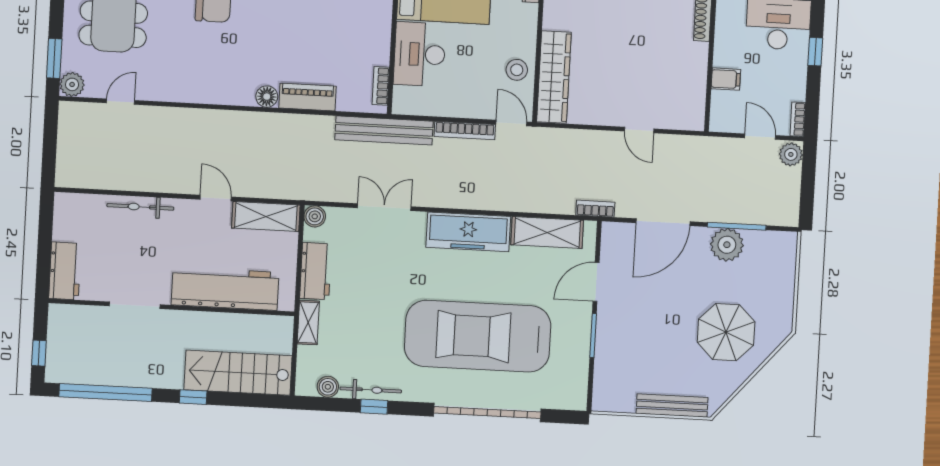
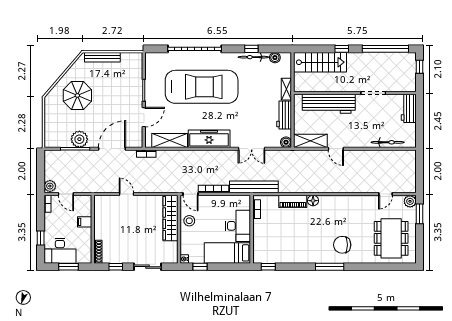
bicycle: (140, 207) -> (388, 142), moved

